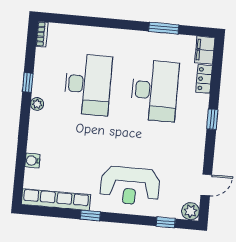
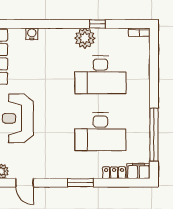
window: (164, 28) -> (154, 135), width x2.11
plant: (37, 104) -> (85, 38), width x1.88, depth x1.88
window: (212, 119) -> (81, 183), width x1.50

